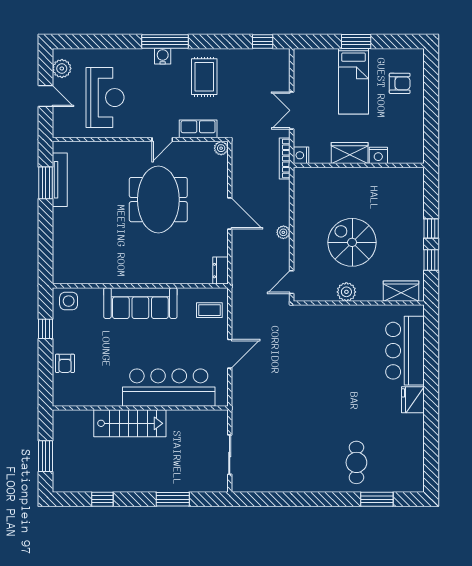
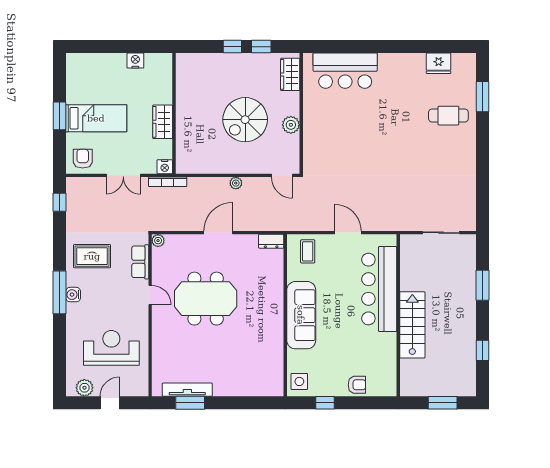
armchair: (400, 83) -> (83, 159), moved
nightstand: (378, 155) -> (135, 61), moved, turned -90
fridge: (413, 400) -> (439, 63), moved

